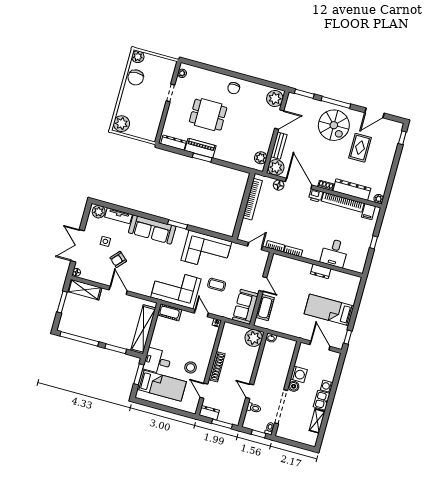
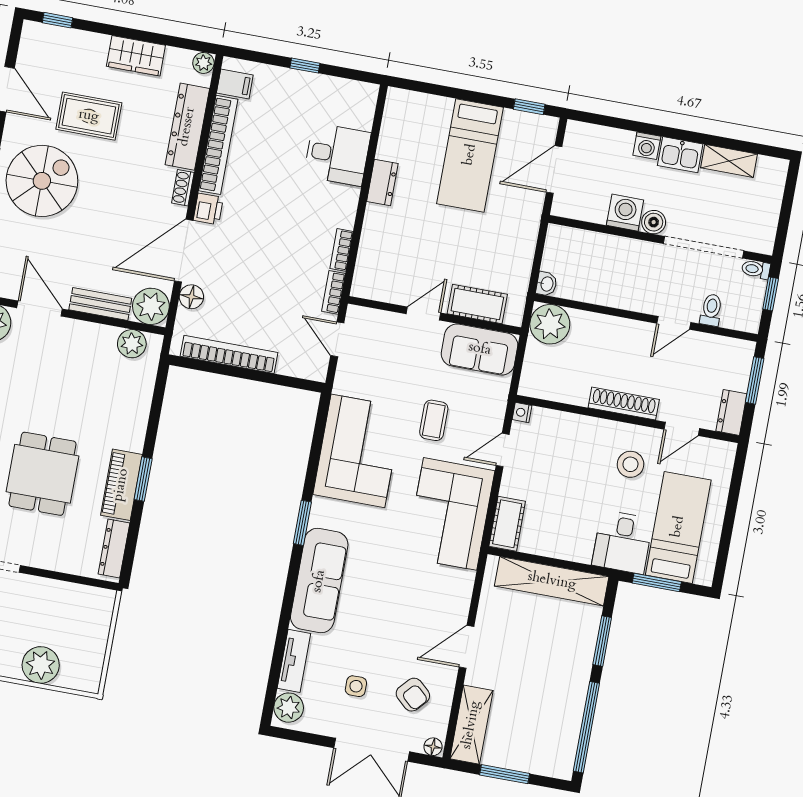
plant: (121, 124) -> (41, 665), moved
wardrobe: (384, 170) -> (136, 56), added
armchair: (118, 259) -> (413, 695), moved

